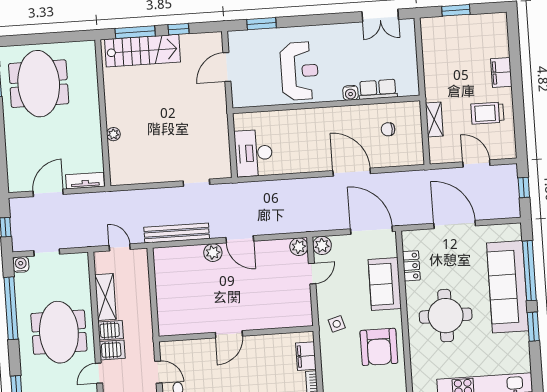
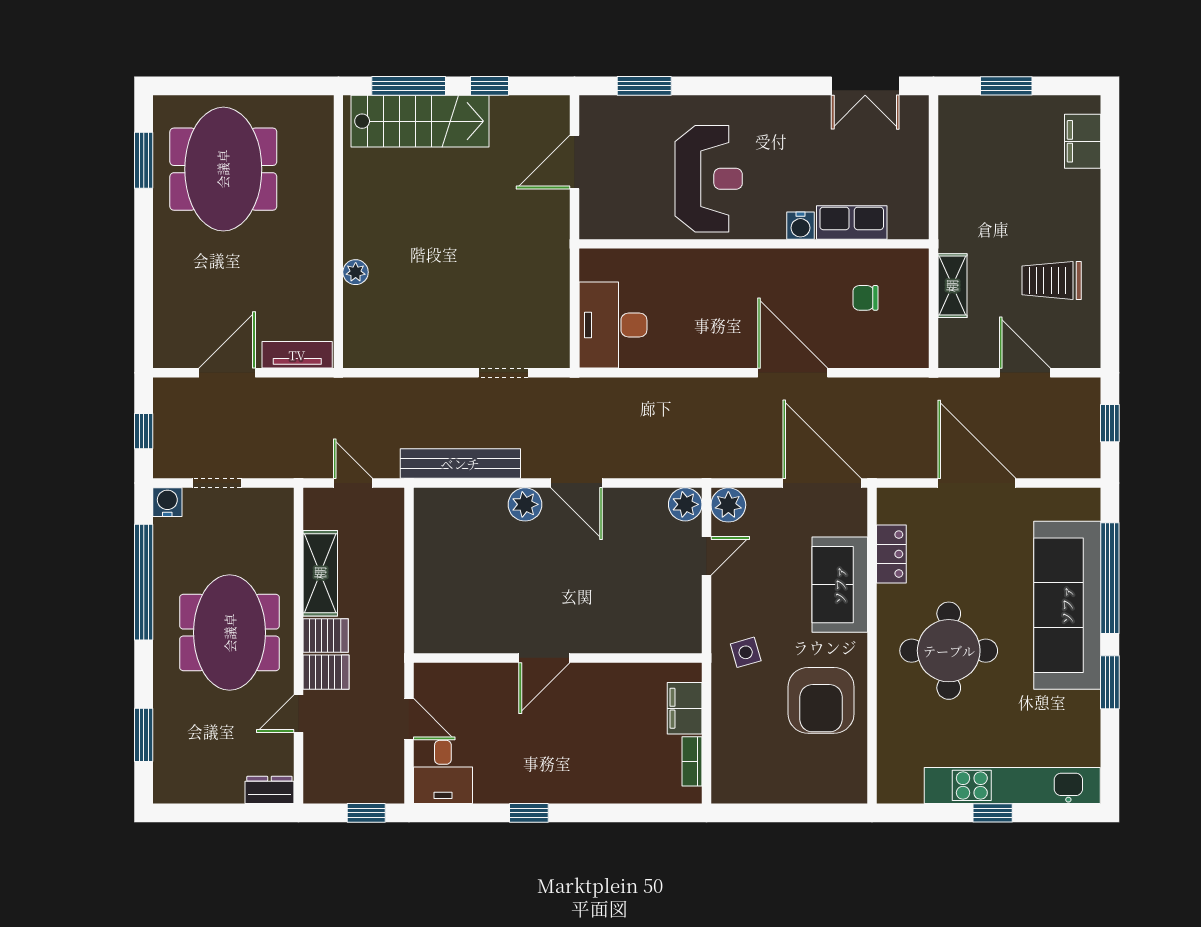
filing cabinet: (501, 73) -> (1083, 141), moved

